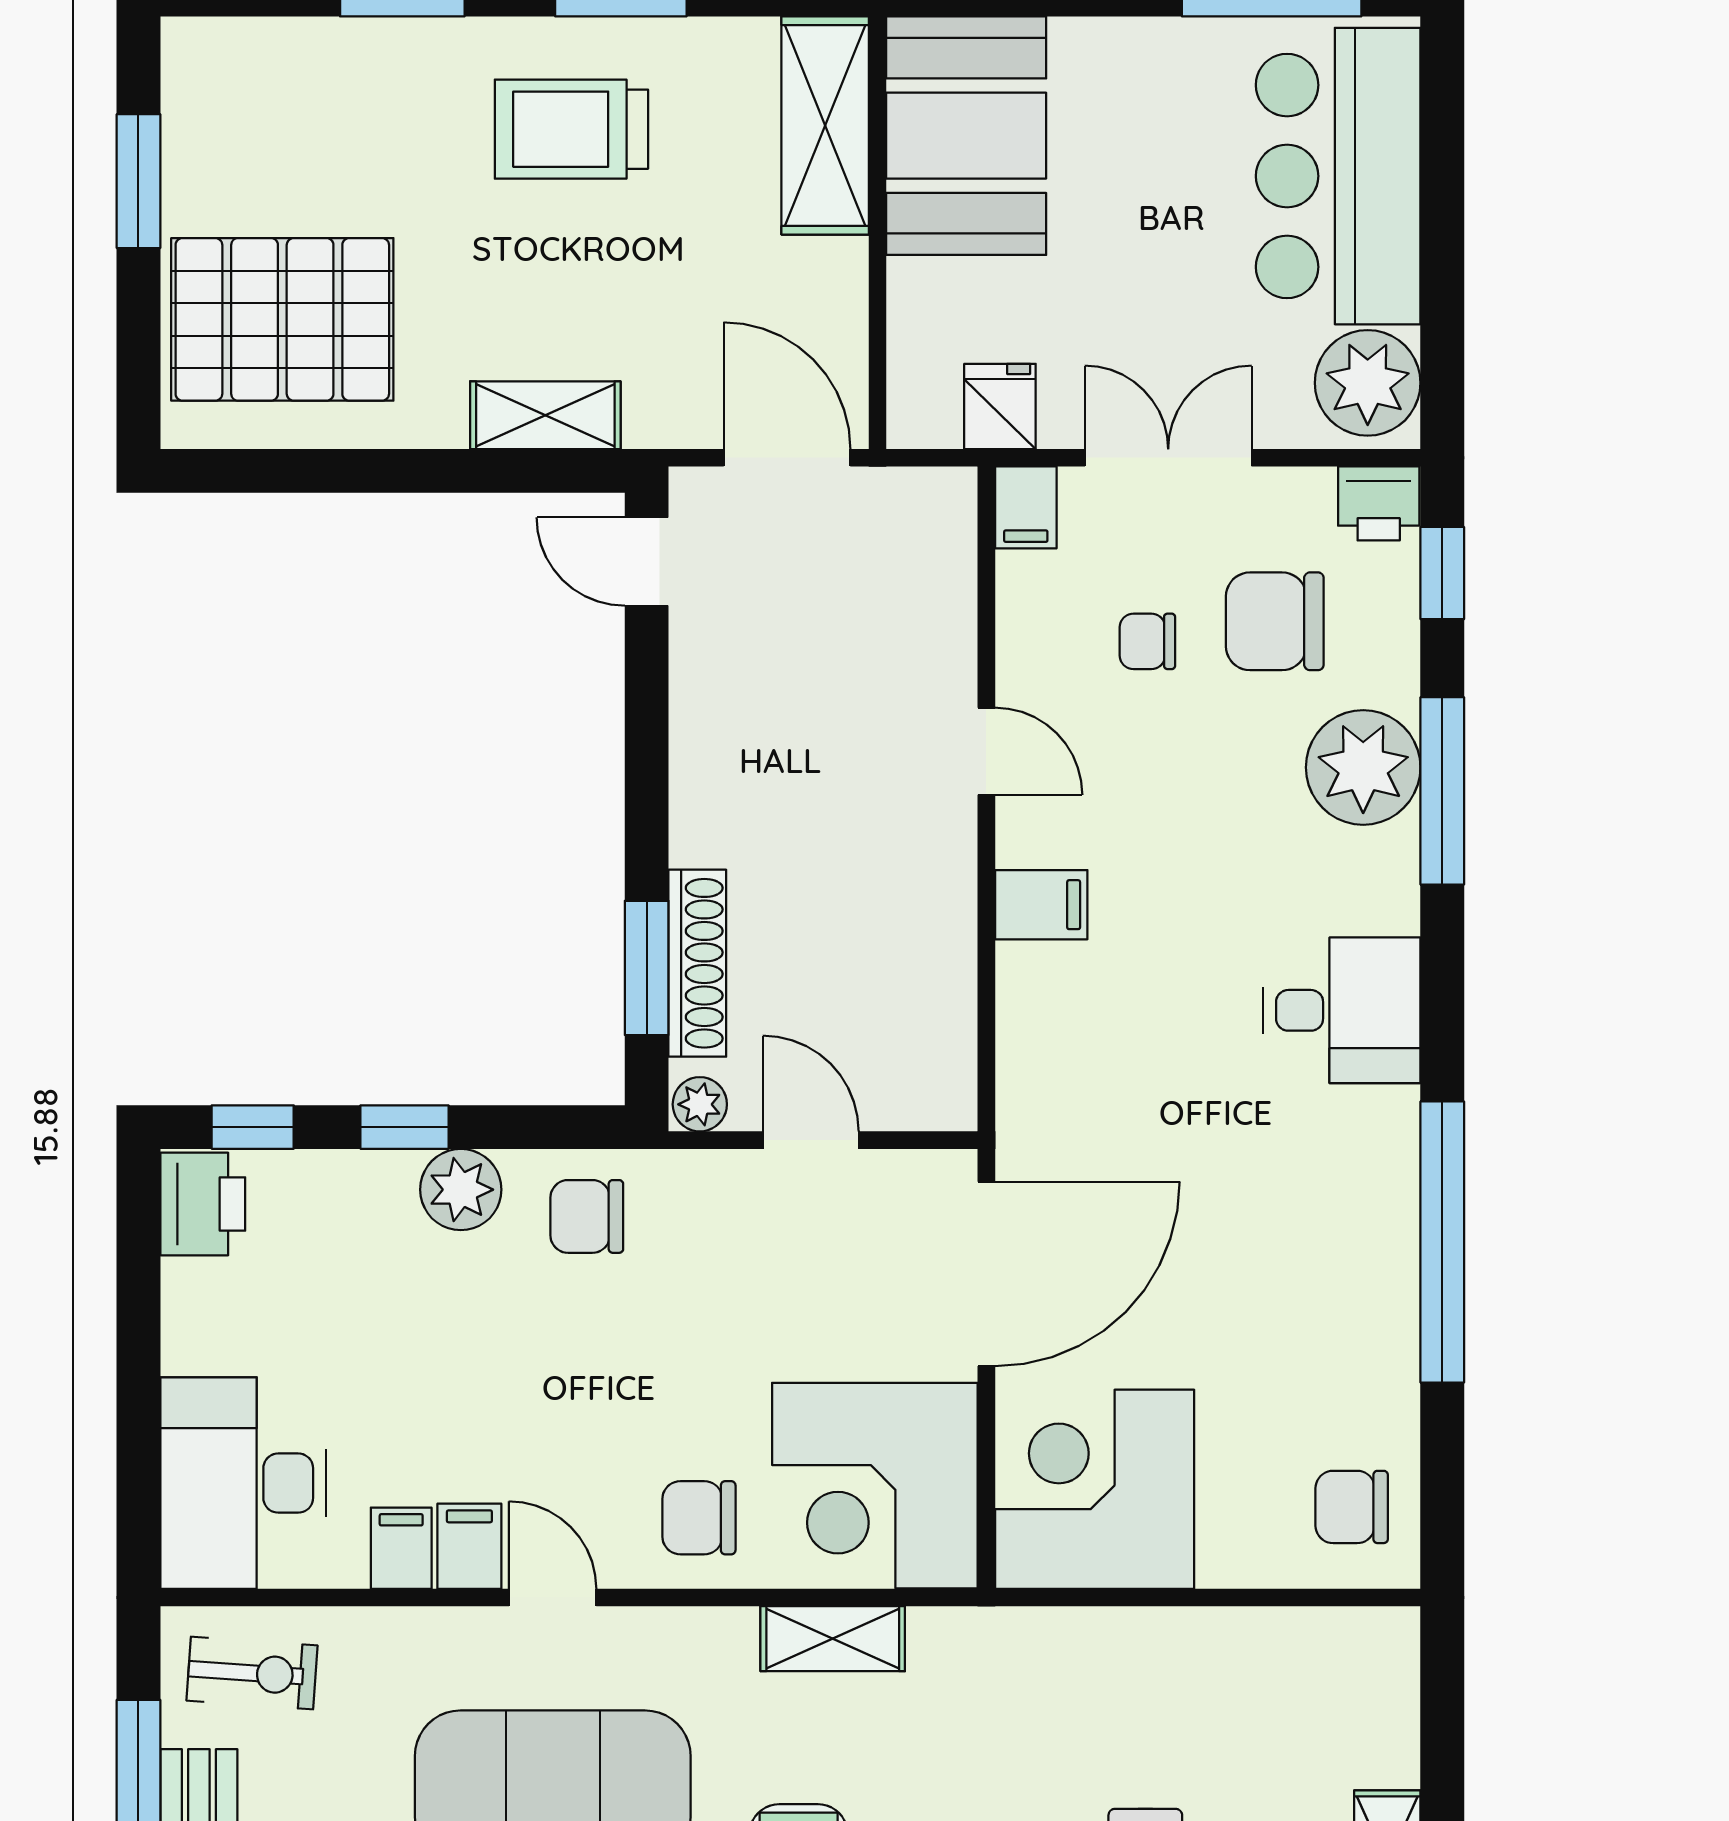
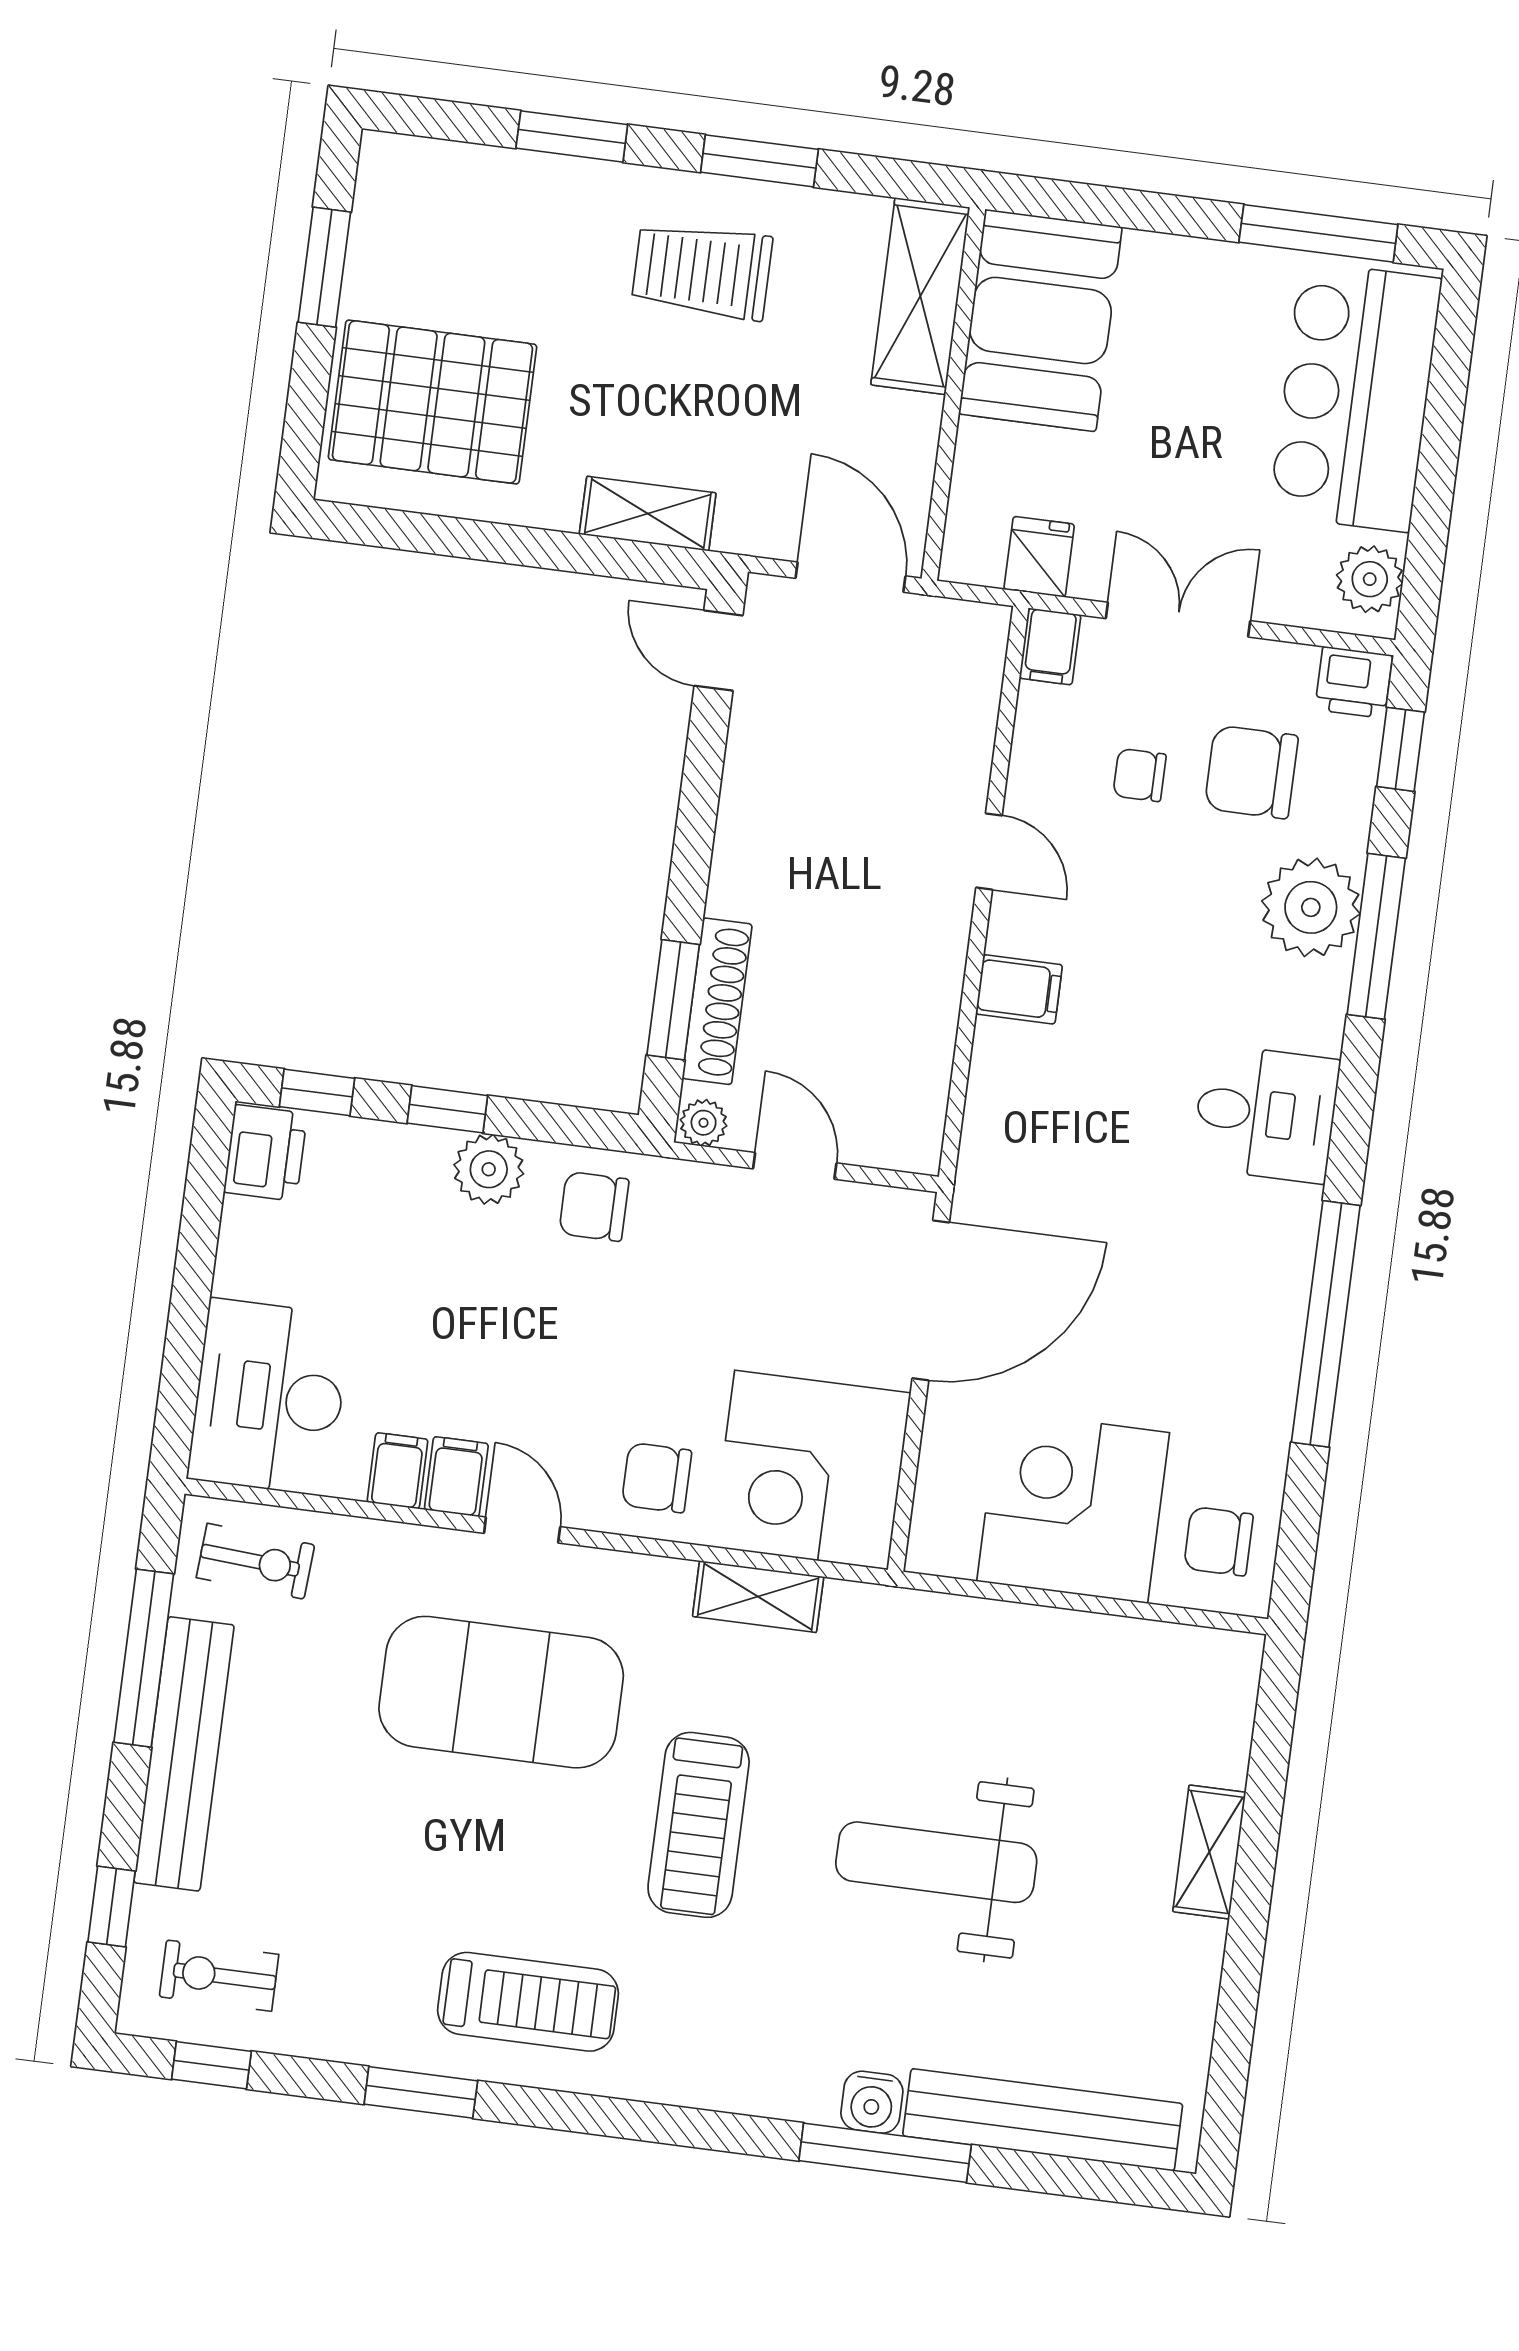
plant: (1368, 383) -> (1370, 579), width x0.73, depth x0.73
corner desk: (1095, 1489) -> (1073, 1507), moved

